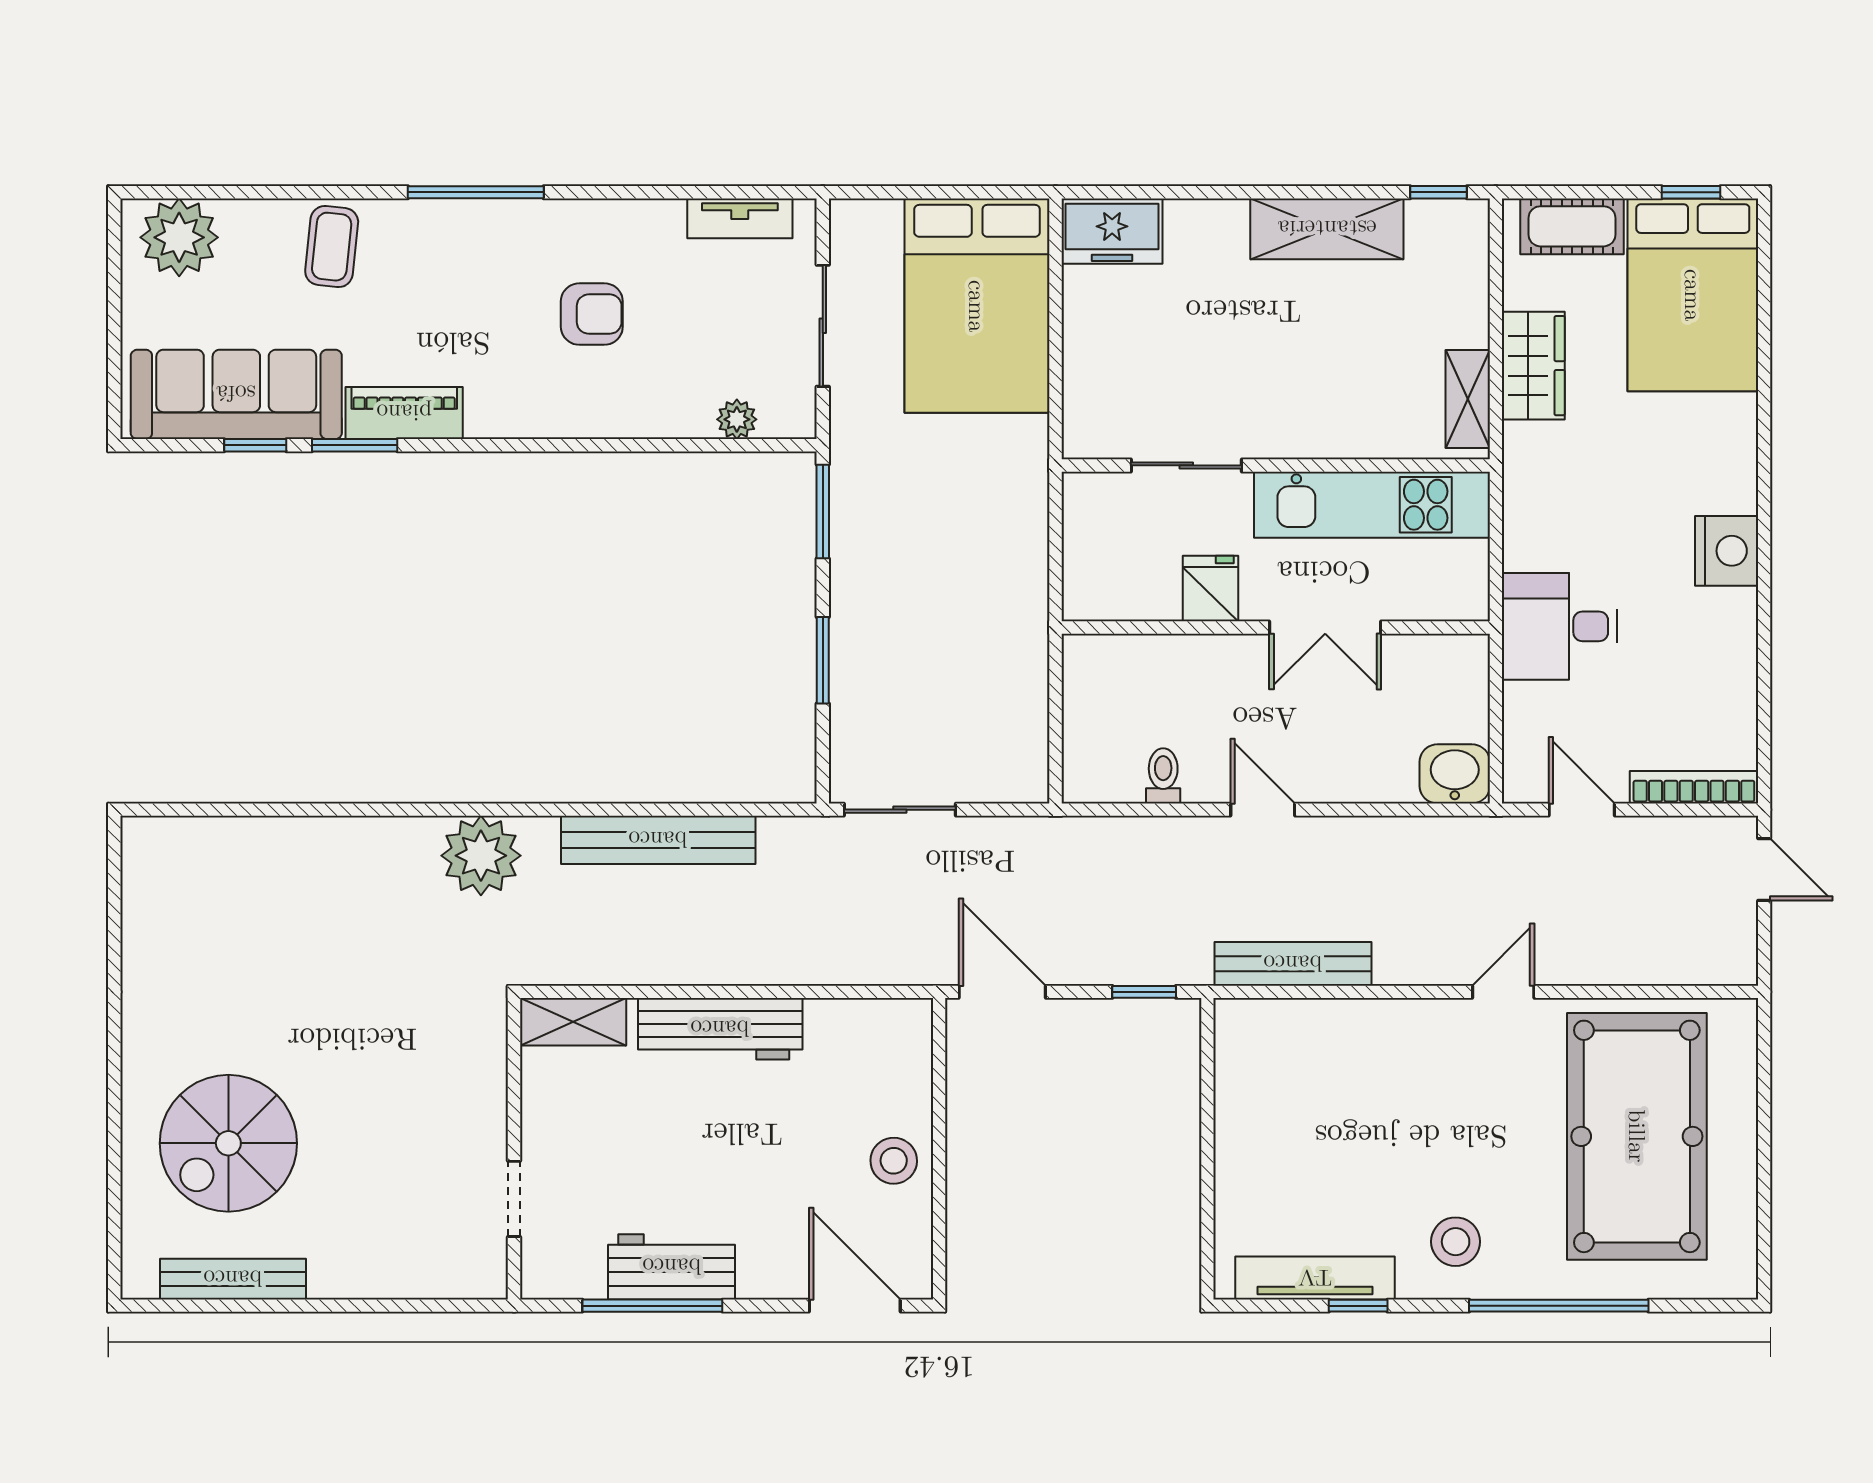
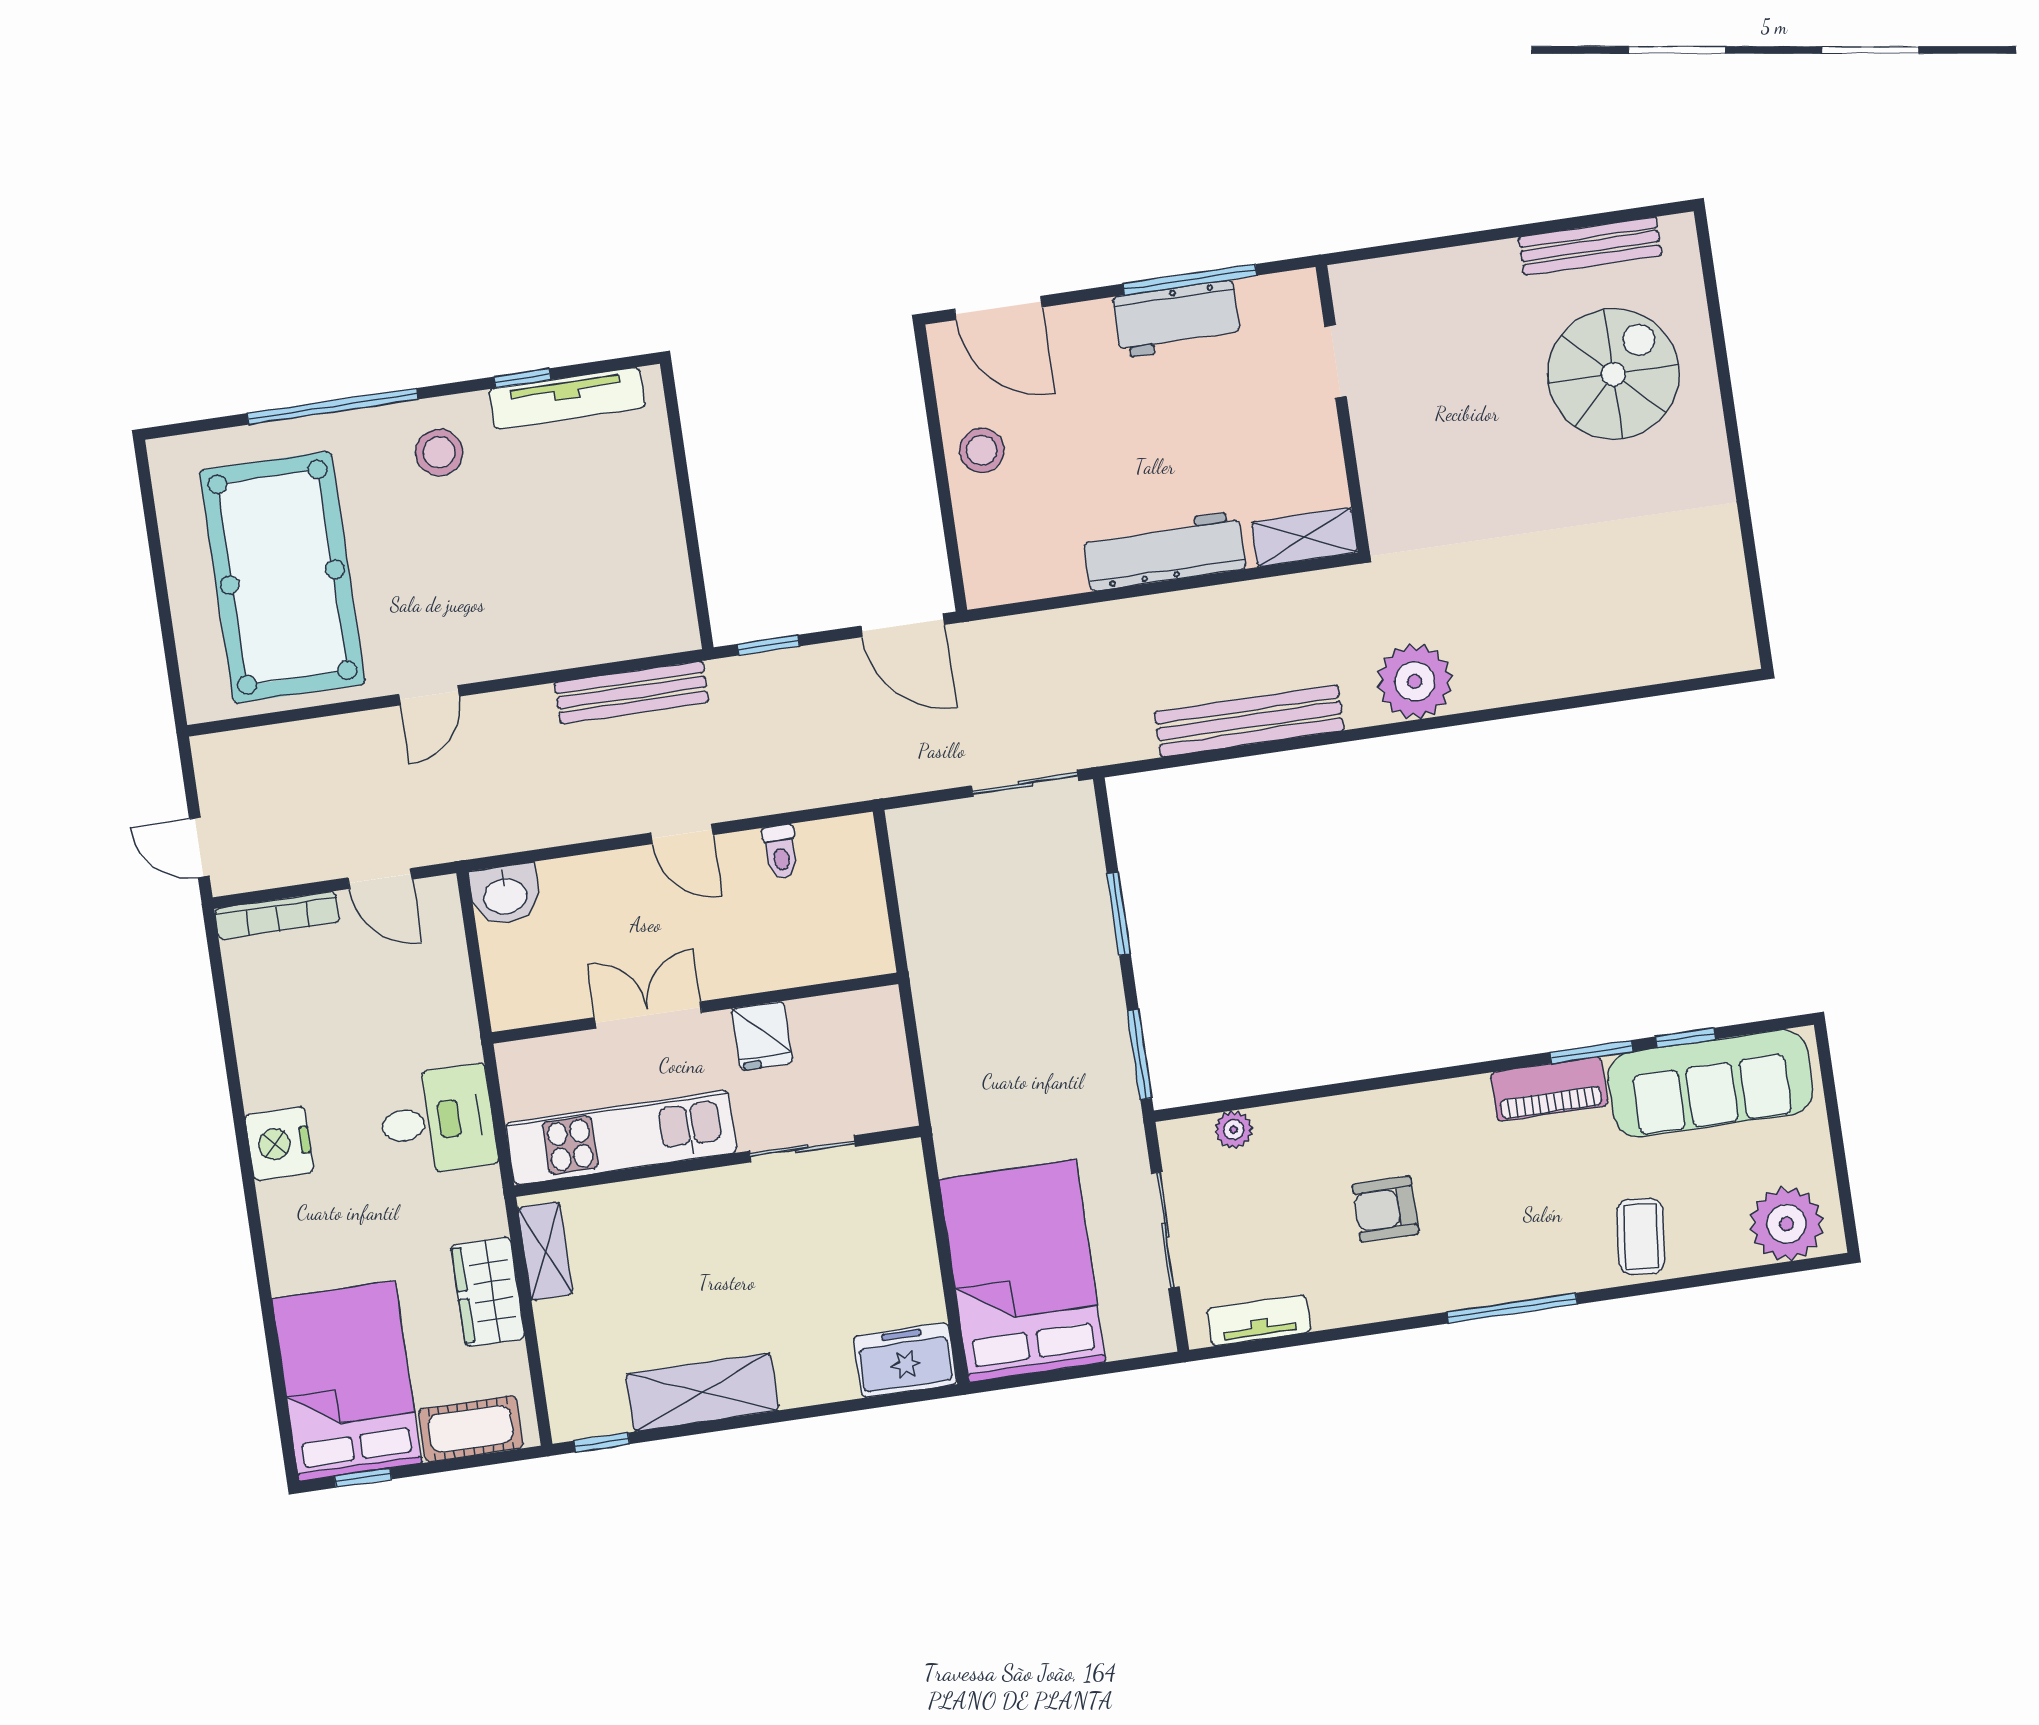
desk: (1560, 626) -> (437, 1121), moved

